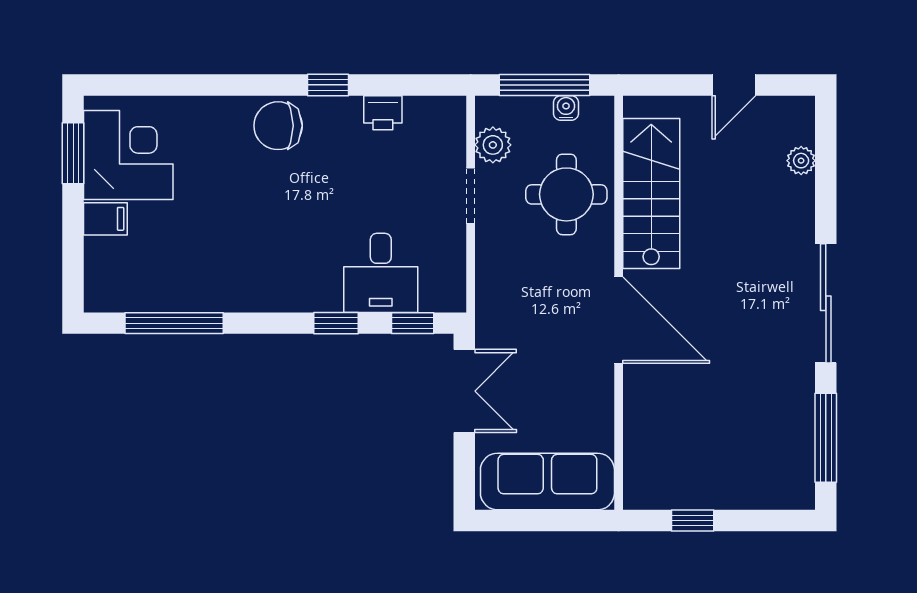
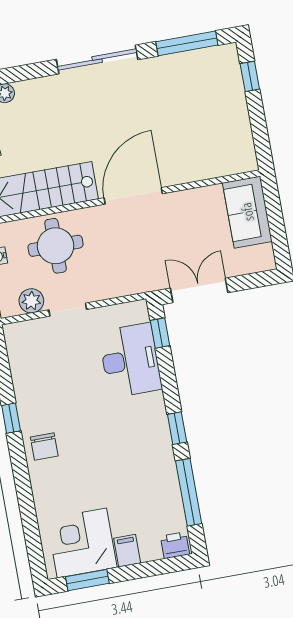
printer: (383, 113) -> (175, 545), moved, turned -90
chair: (278, 126) -> (44, 447), width x0.73, depth x0.73
desk: (381, 273) -> (130, 360), width x1.37
window: (336, 323) -> (177, 428), moved
sofa: (547, 481) -> (247, 212), width x0.73
window: (693, 520) -> (250, 76), moved

